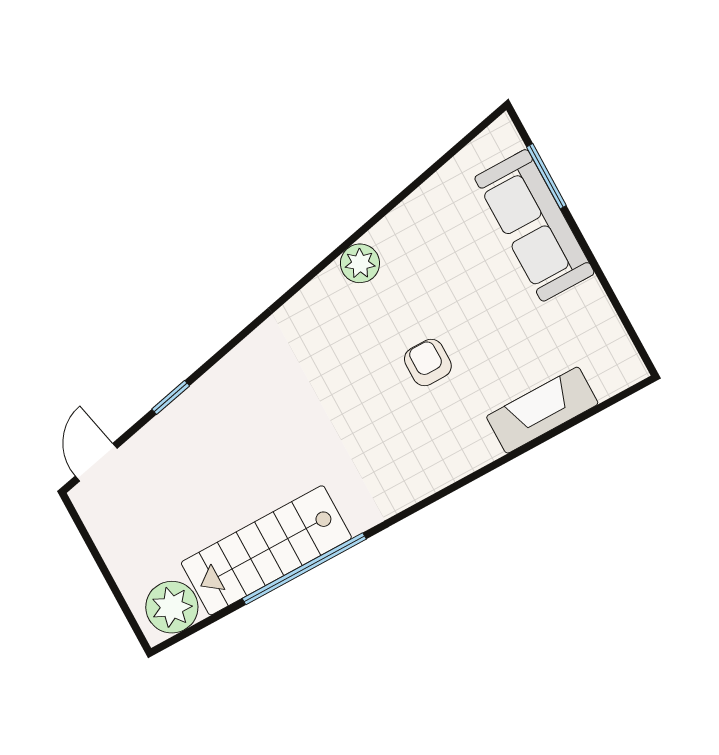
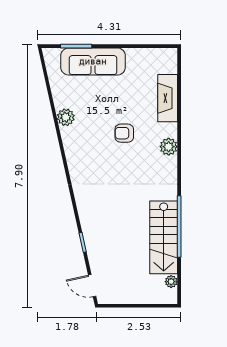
plant: (360, 263) -> (66, 117), moved
plant: (449, 463) -> (169, 147), added
plant: (172, 607) -> (171, 282), width x0.53, depth x0.53

